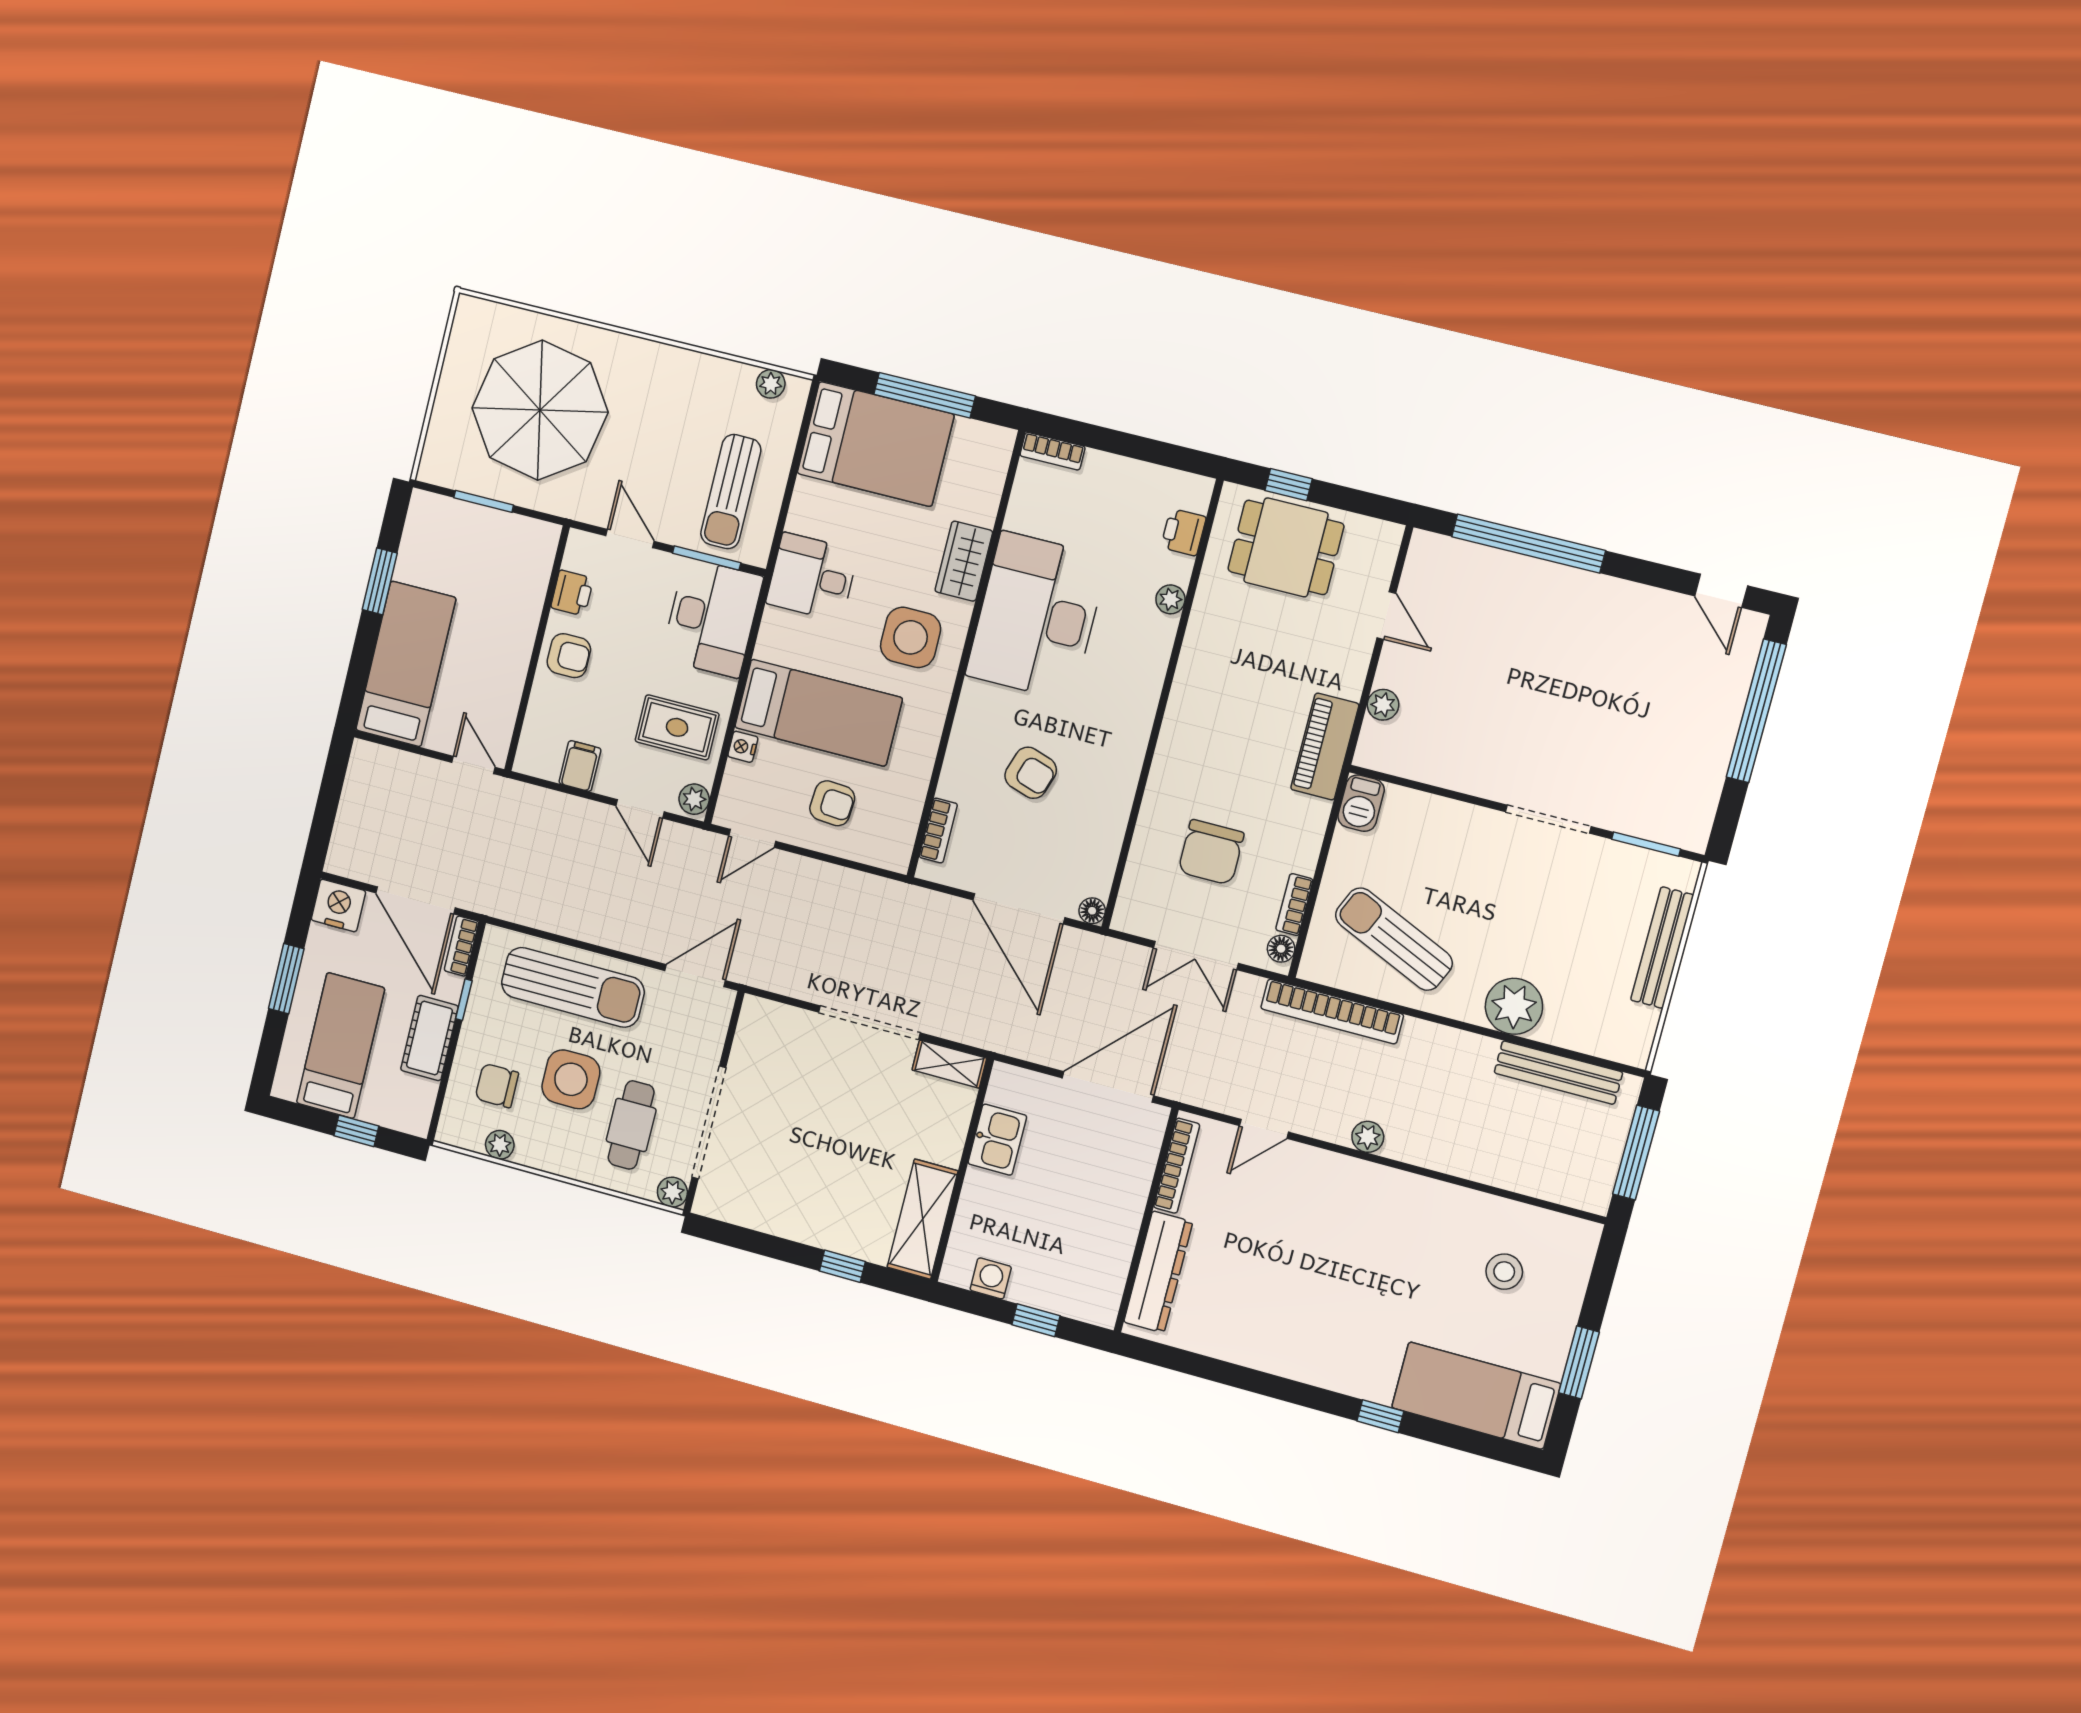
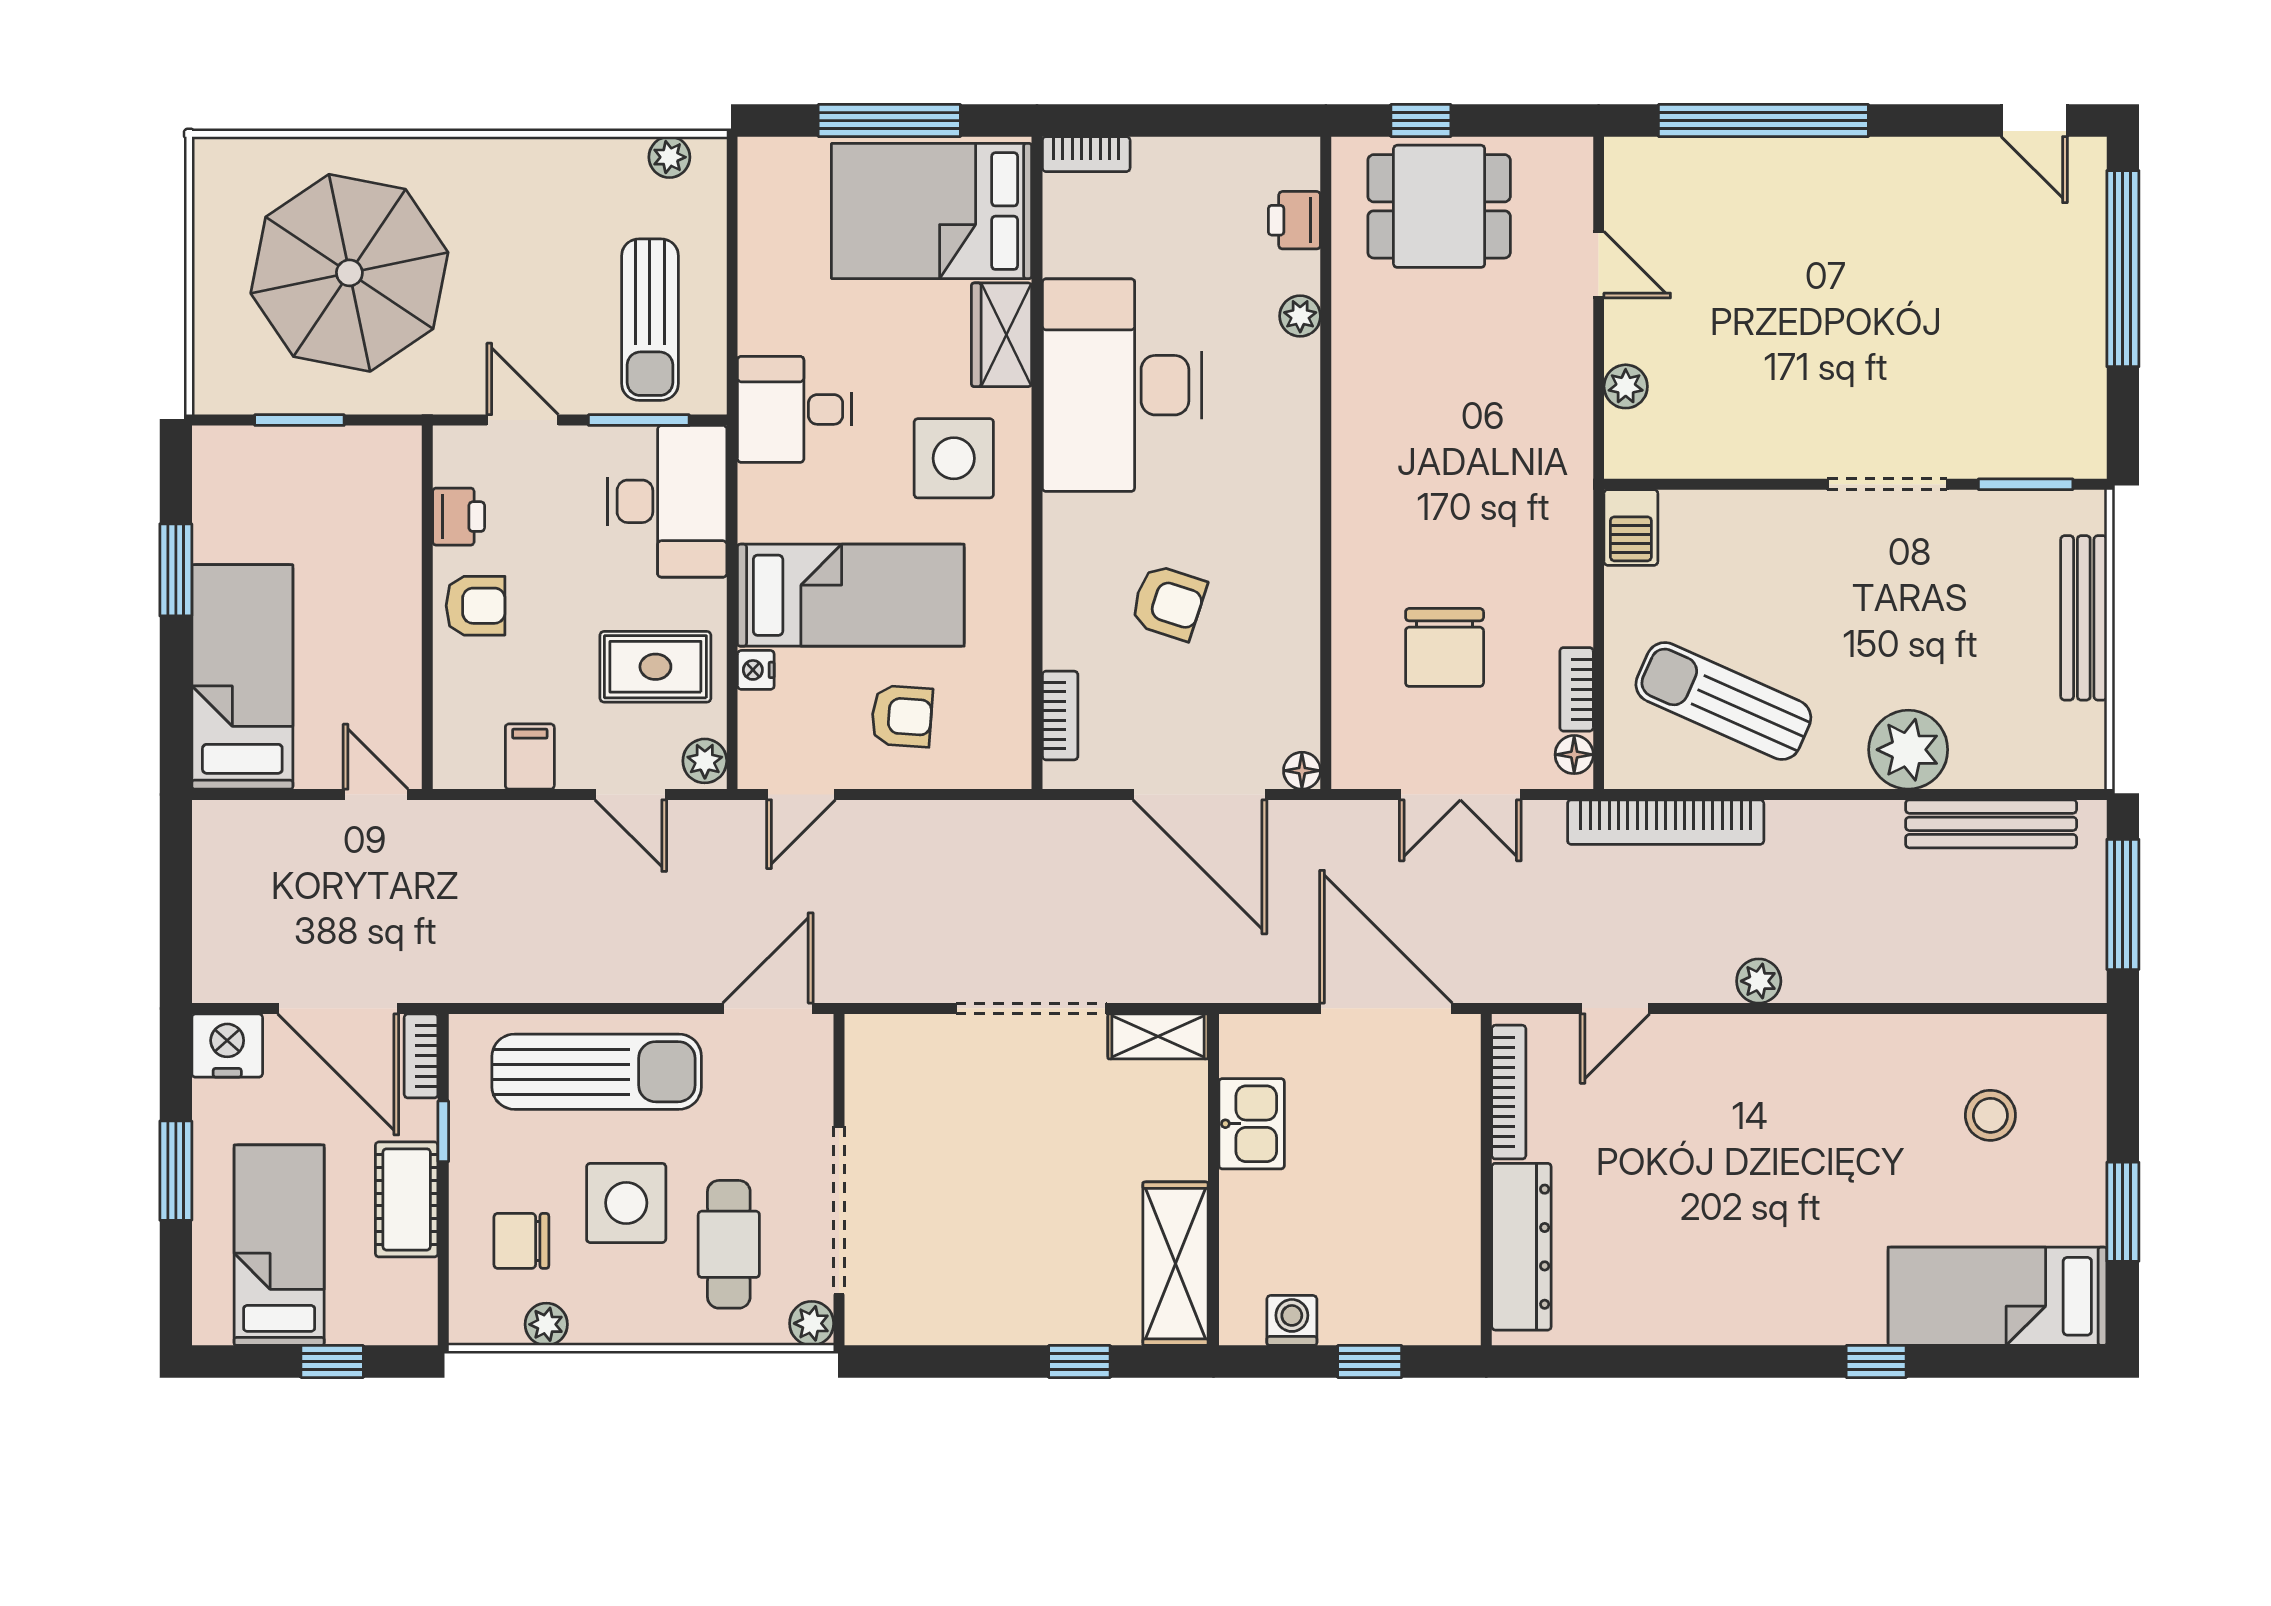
bed: (876, 444) -> (932, 211), moved, turned 180
piano: (1325, 746) -> (1562, 463), removed
door: (1108, 1087) -> (1386, 1008), hinge flipped

